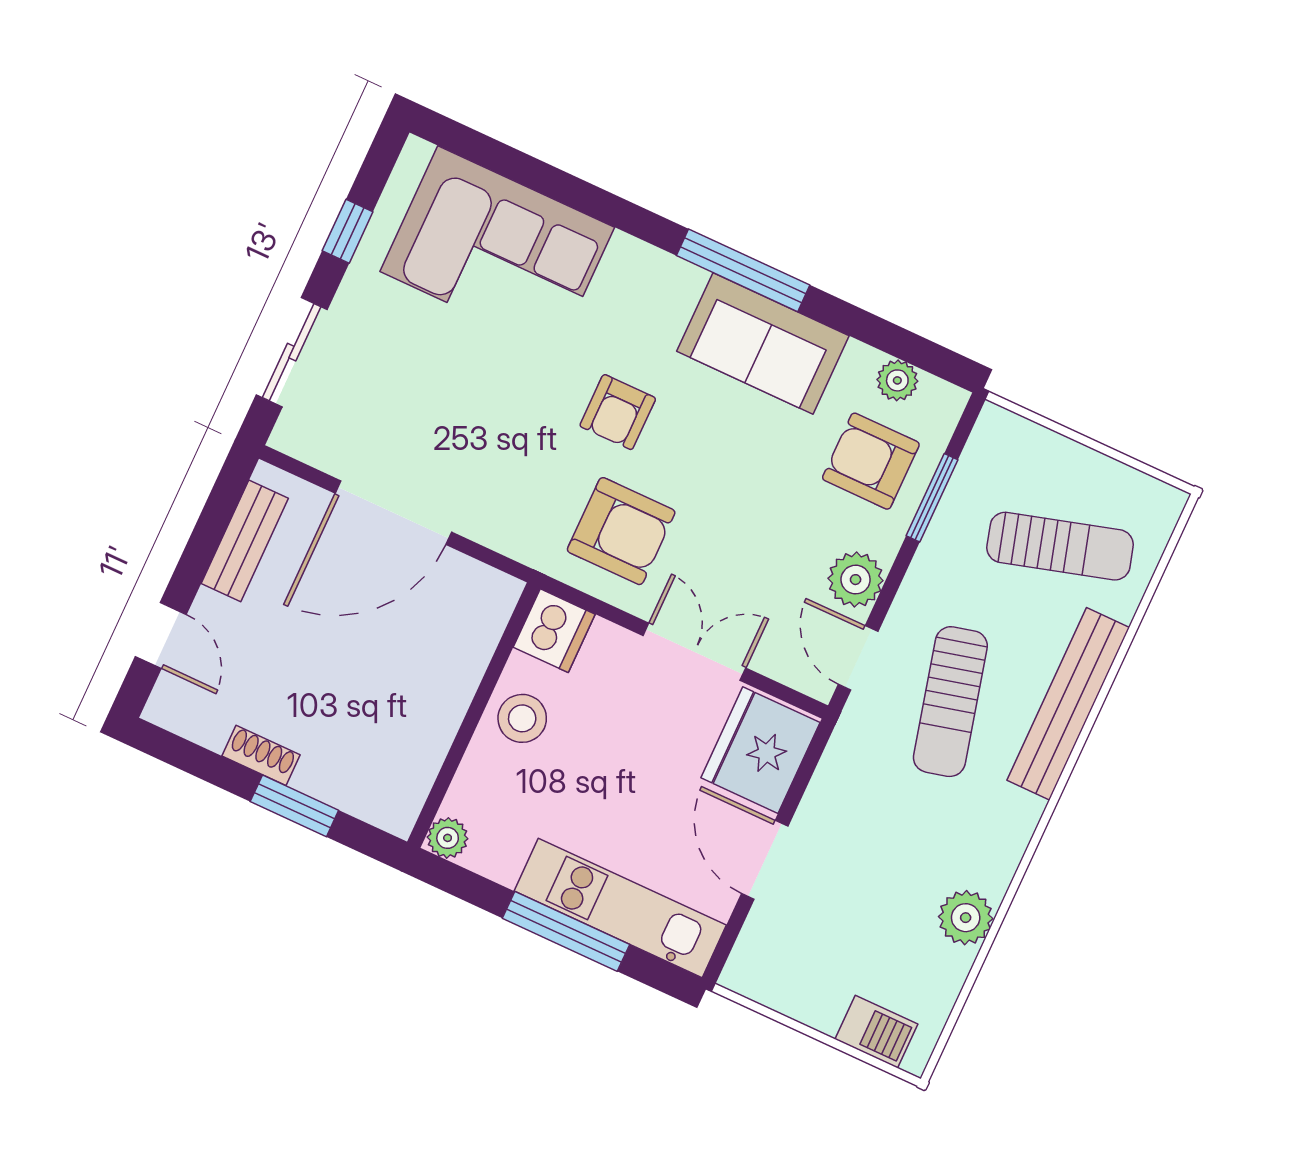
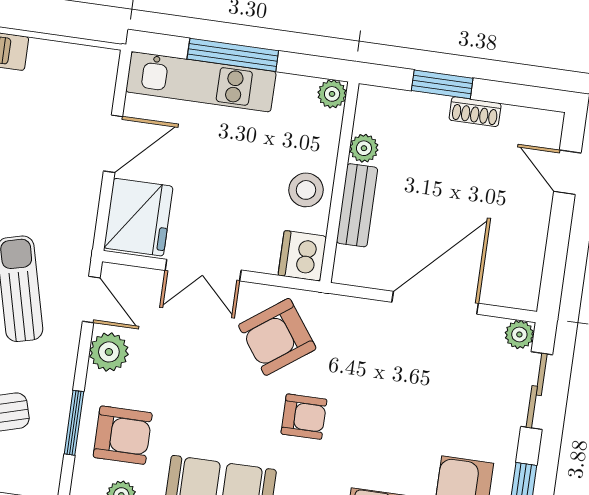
armchair: (618, 412) -> (304, 417), turned 90
plant: (292, 435) -> (519, 334), added
armchair: (621, 531) -> (277, 337), turned -36
bench: (245, 541) -> (357, 205), moved
plant: (427, 751) -> (364, 148), added
door: (765, 860) -> (113, 144), hinge flipped

